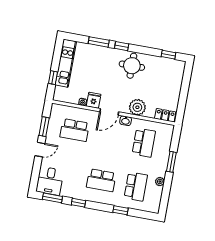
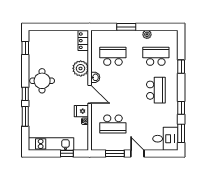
school desk: (75, 130) -> (113, 124), turned 90

